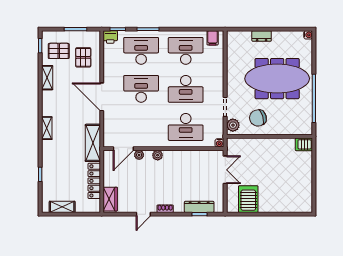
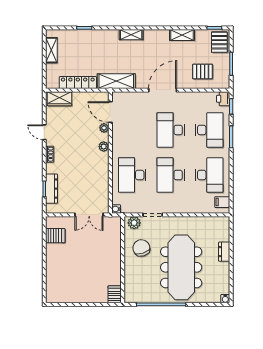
pallet: (59, 51) -> (219, 42), moved
desk: (141, 89) -> (171, 130), turned 180
server rack: (248, 199) -> (55, 236), width x0.73, depth x0.70

